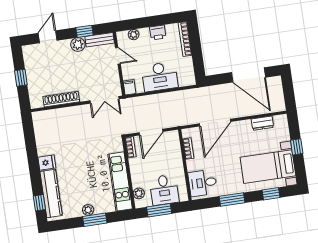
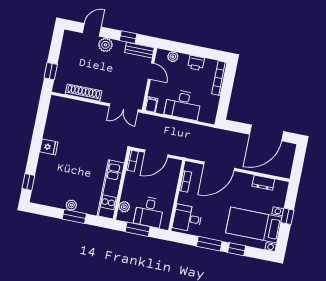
plant: (78, 45) -> (105, 45), moved
door: (248, 75) -> (266, 133), hinge flipped
window: (21, 78) -> (51, 71), moved
kitchen counter: (51, 193) -> (42, 177), removed
window: (271, 194) -> (237, 249), moved

